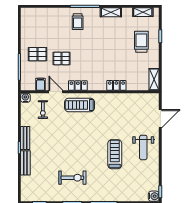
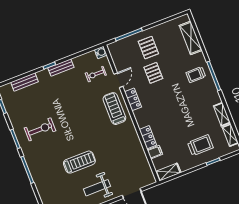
shelving: (111, 12) -> (222, 114), moved
shelving: (44, 14) -> (191, 38), added
filing cabinet: (41, 84) -> (155, 152), moved
bench: (25, 163) -> (25, 82), moved
exercise bike: (72, 178) -> (40, 129), turned -90

